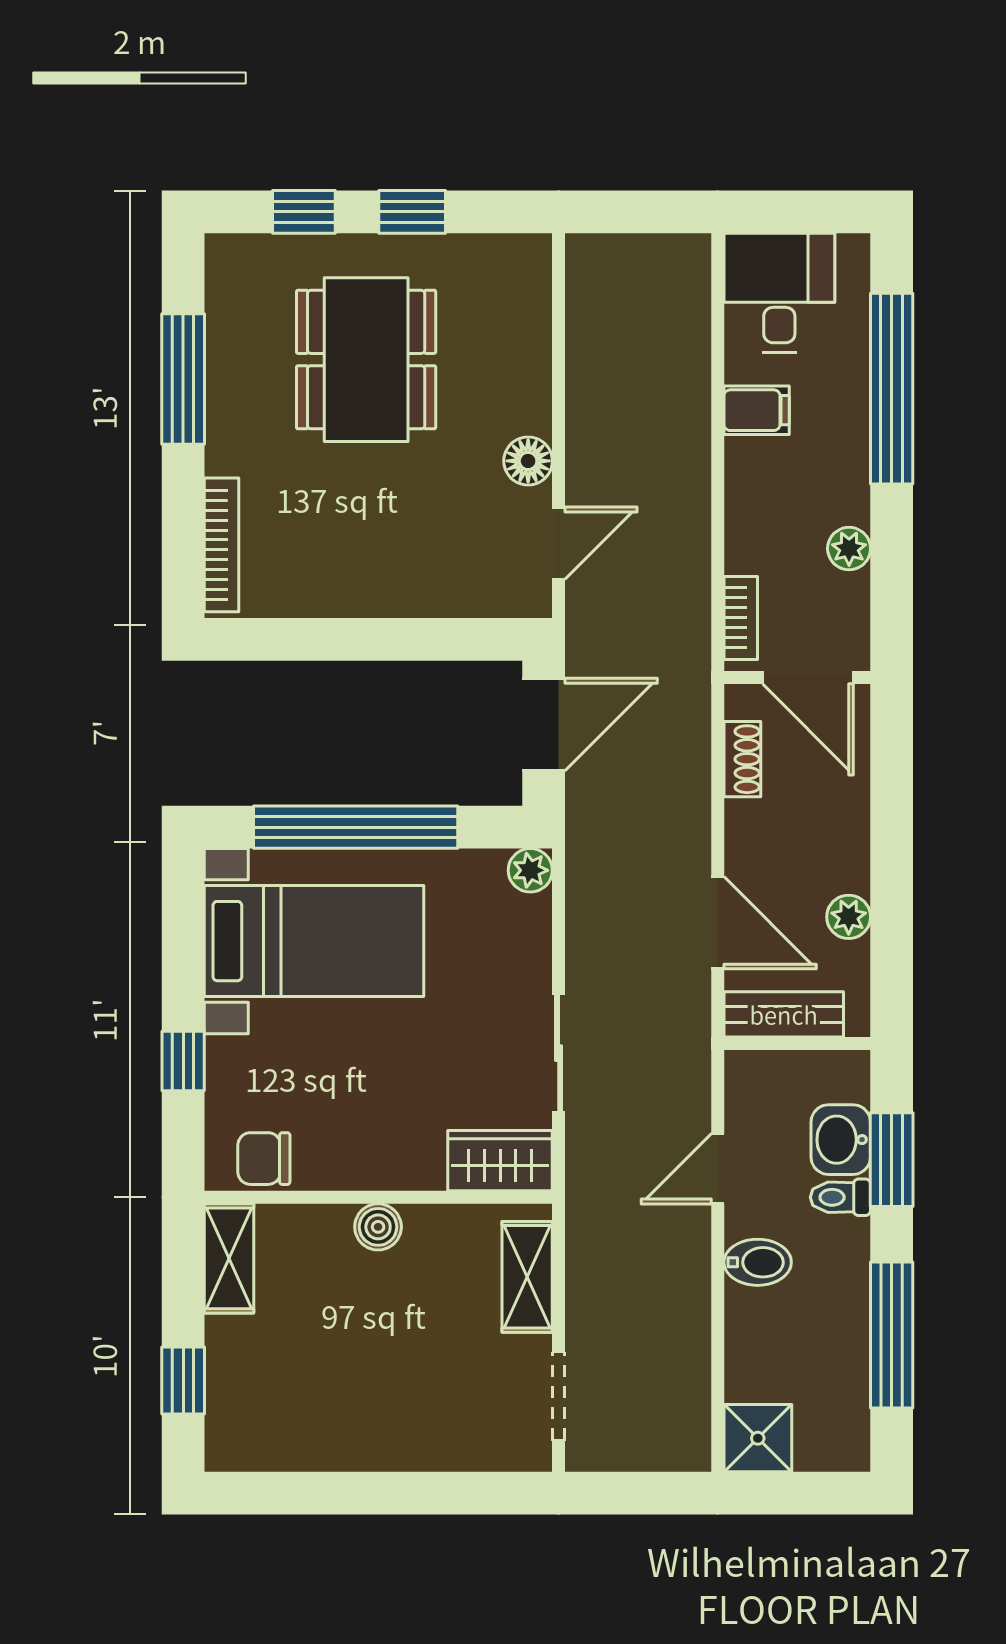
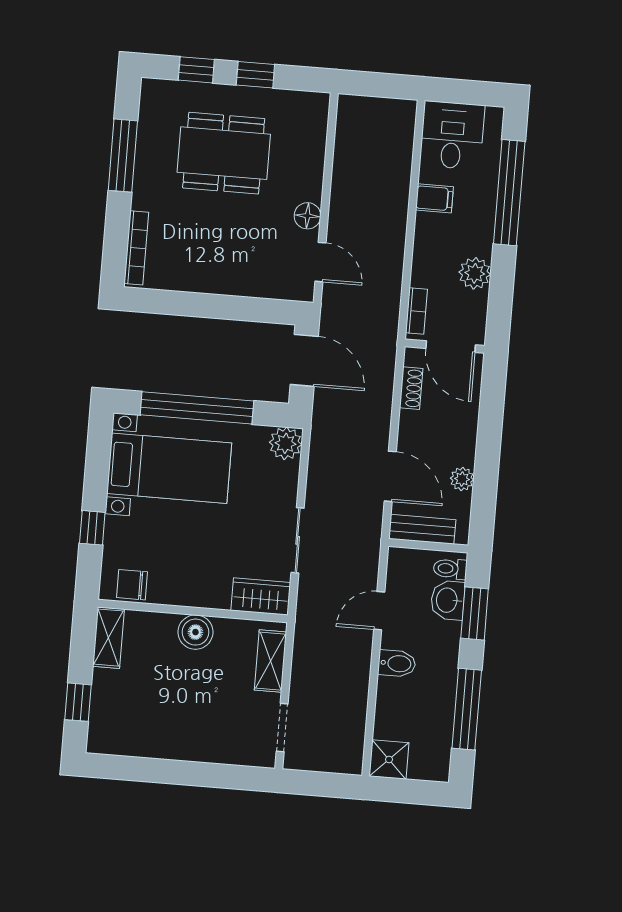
dining table: (366, 360) -> (224, 153), turned 90
door: (559, 543) -> (320, 262), hinge flipped
plant: (849, 549) -> (475, 273), width x1.38, depth x1.38
door: (544, 725) -> (304, 360), hinge flipped
plant: (530, 870) -> (285, 443), width x1.38, depth x1.38
toilet: (840, 1197) -> (450, 569), moved
boiler: (378, 1227) -> (195, 632), width x1.36, depth x1.36

